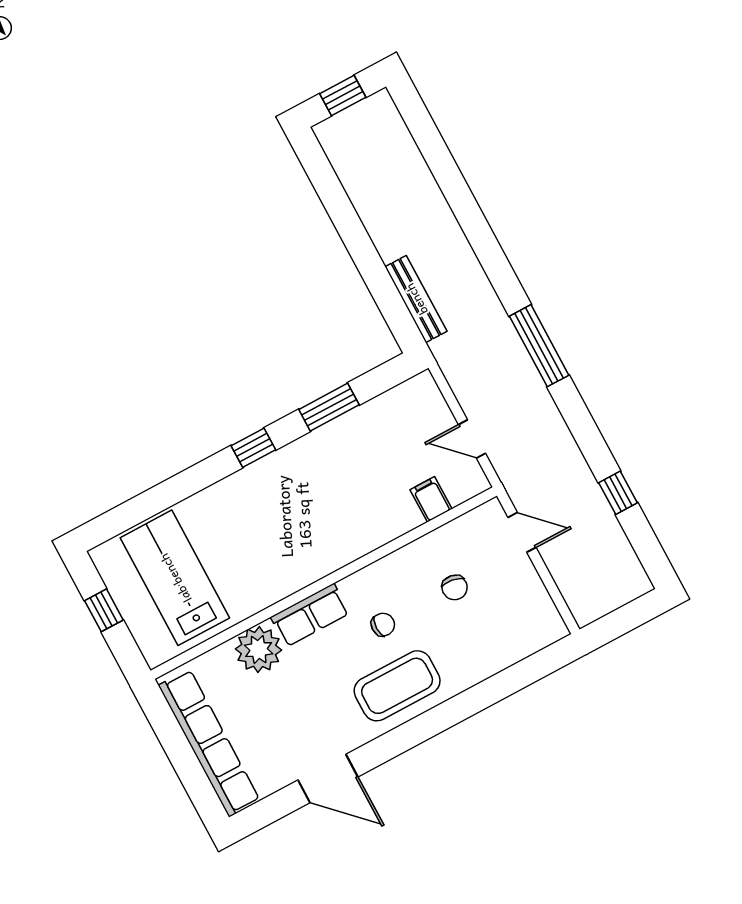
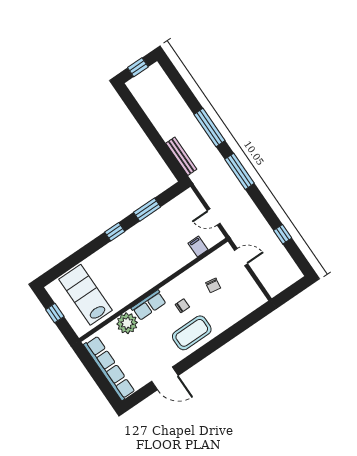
window: (484, 243) -> (210, 127), added

